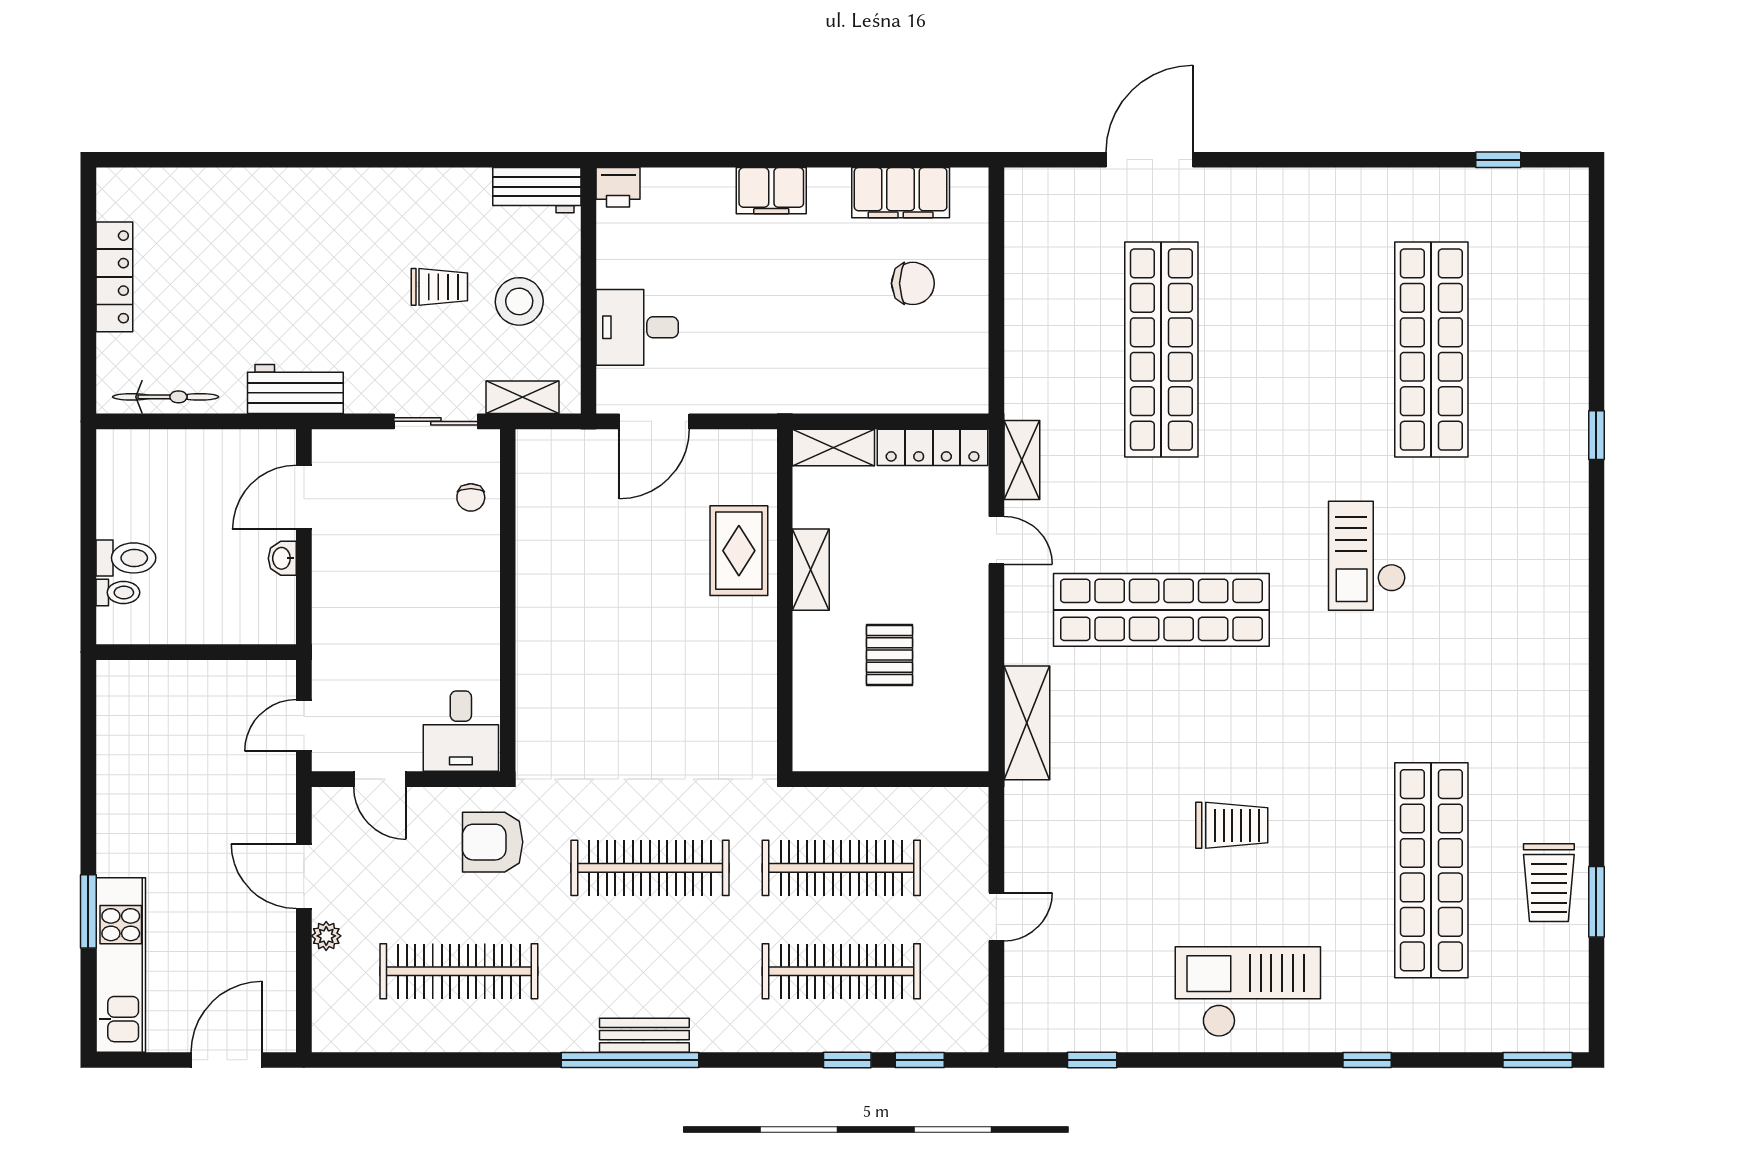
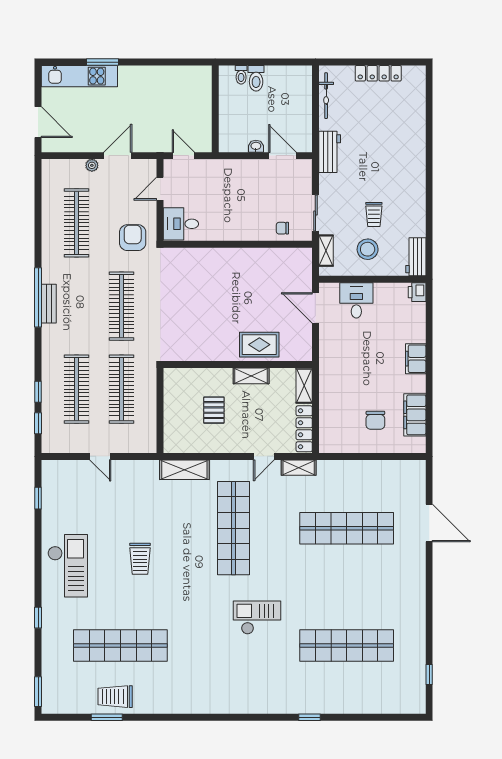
pallet: (889, 655) -> (214, 410), turned 90

